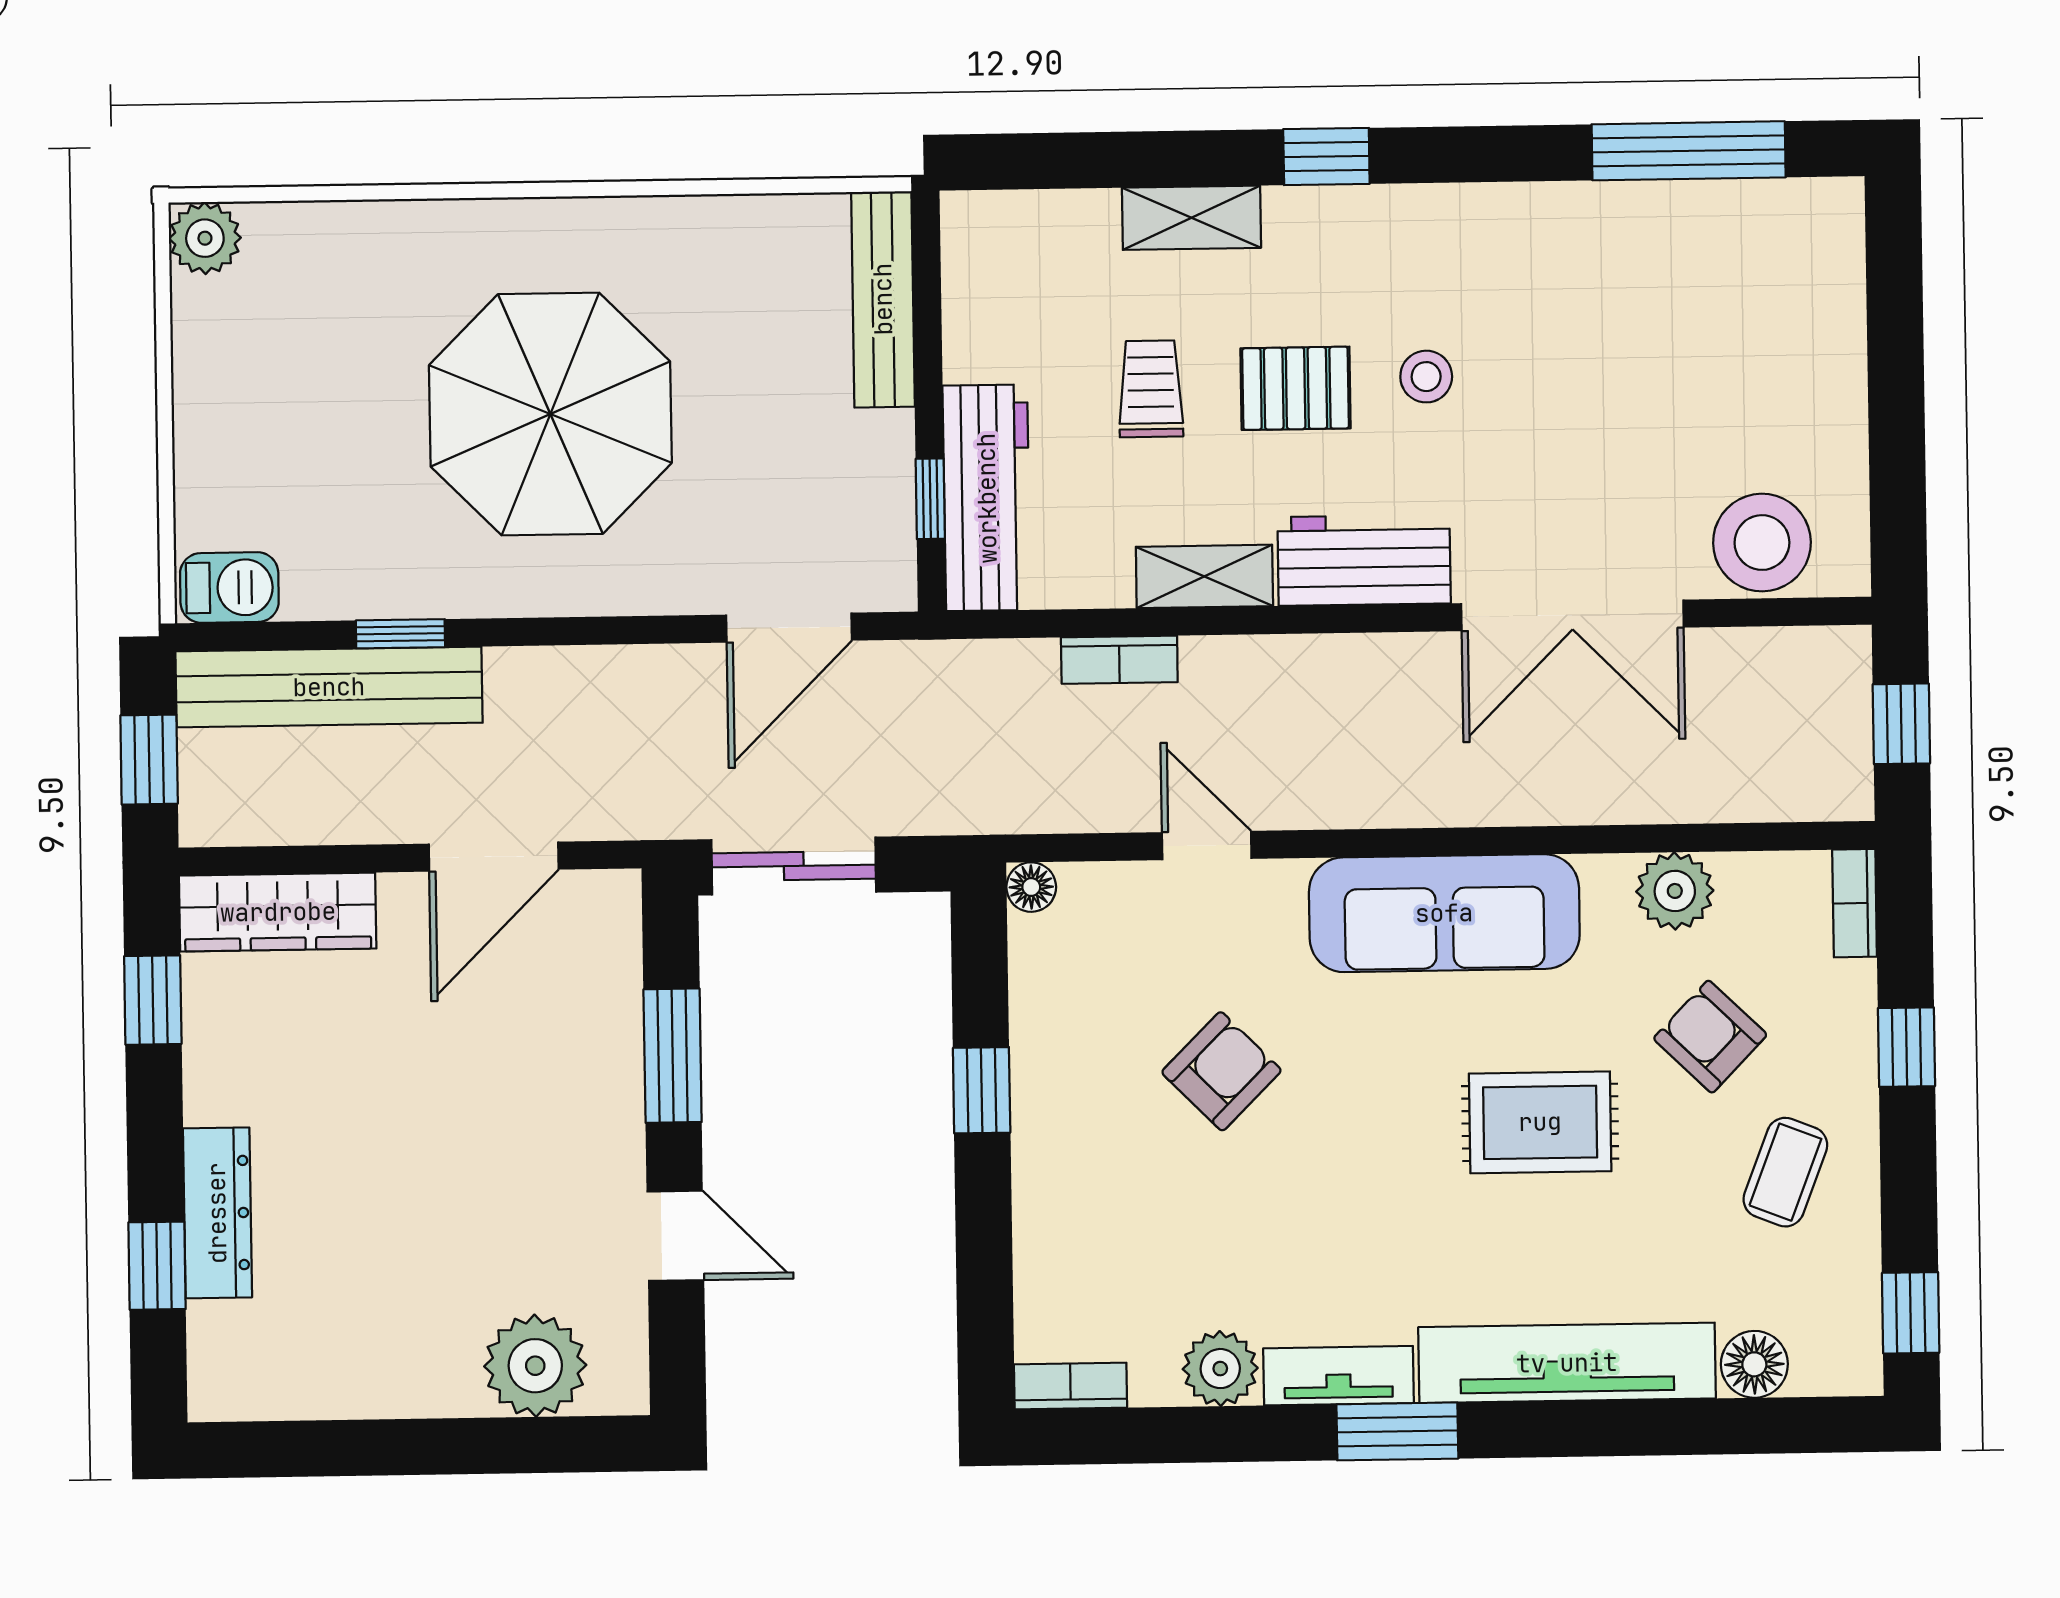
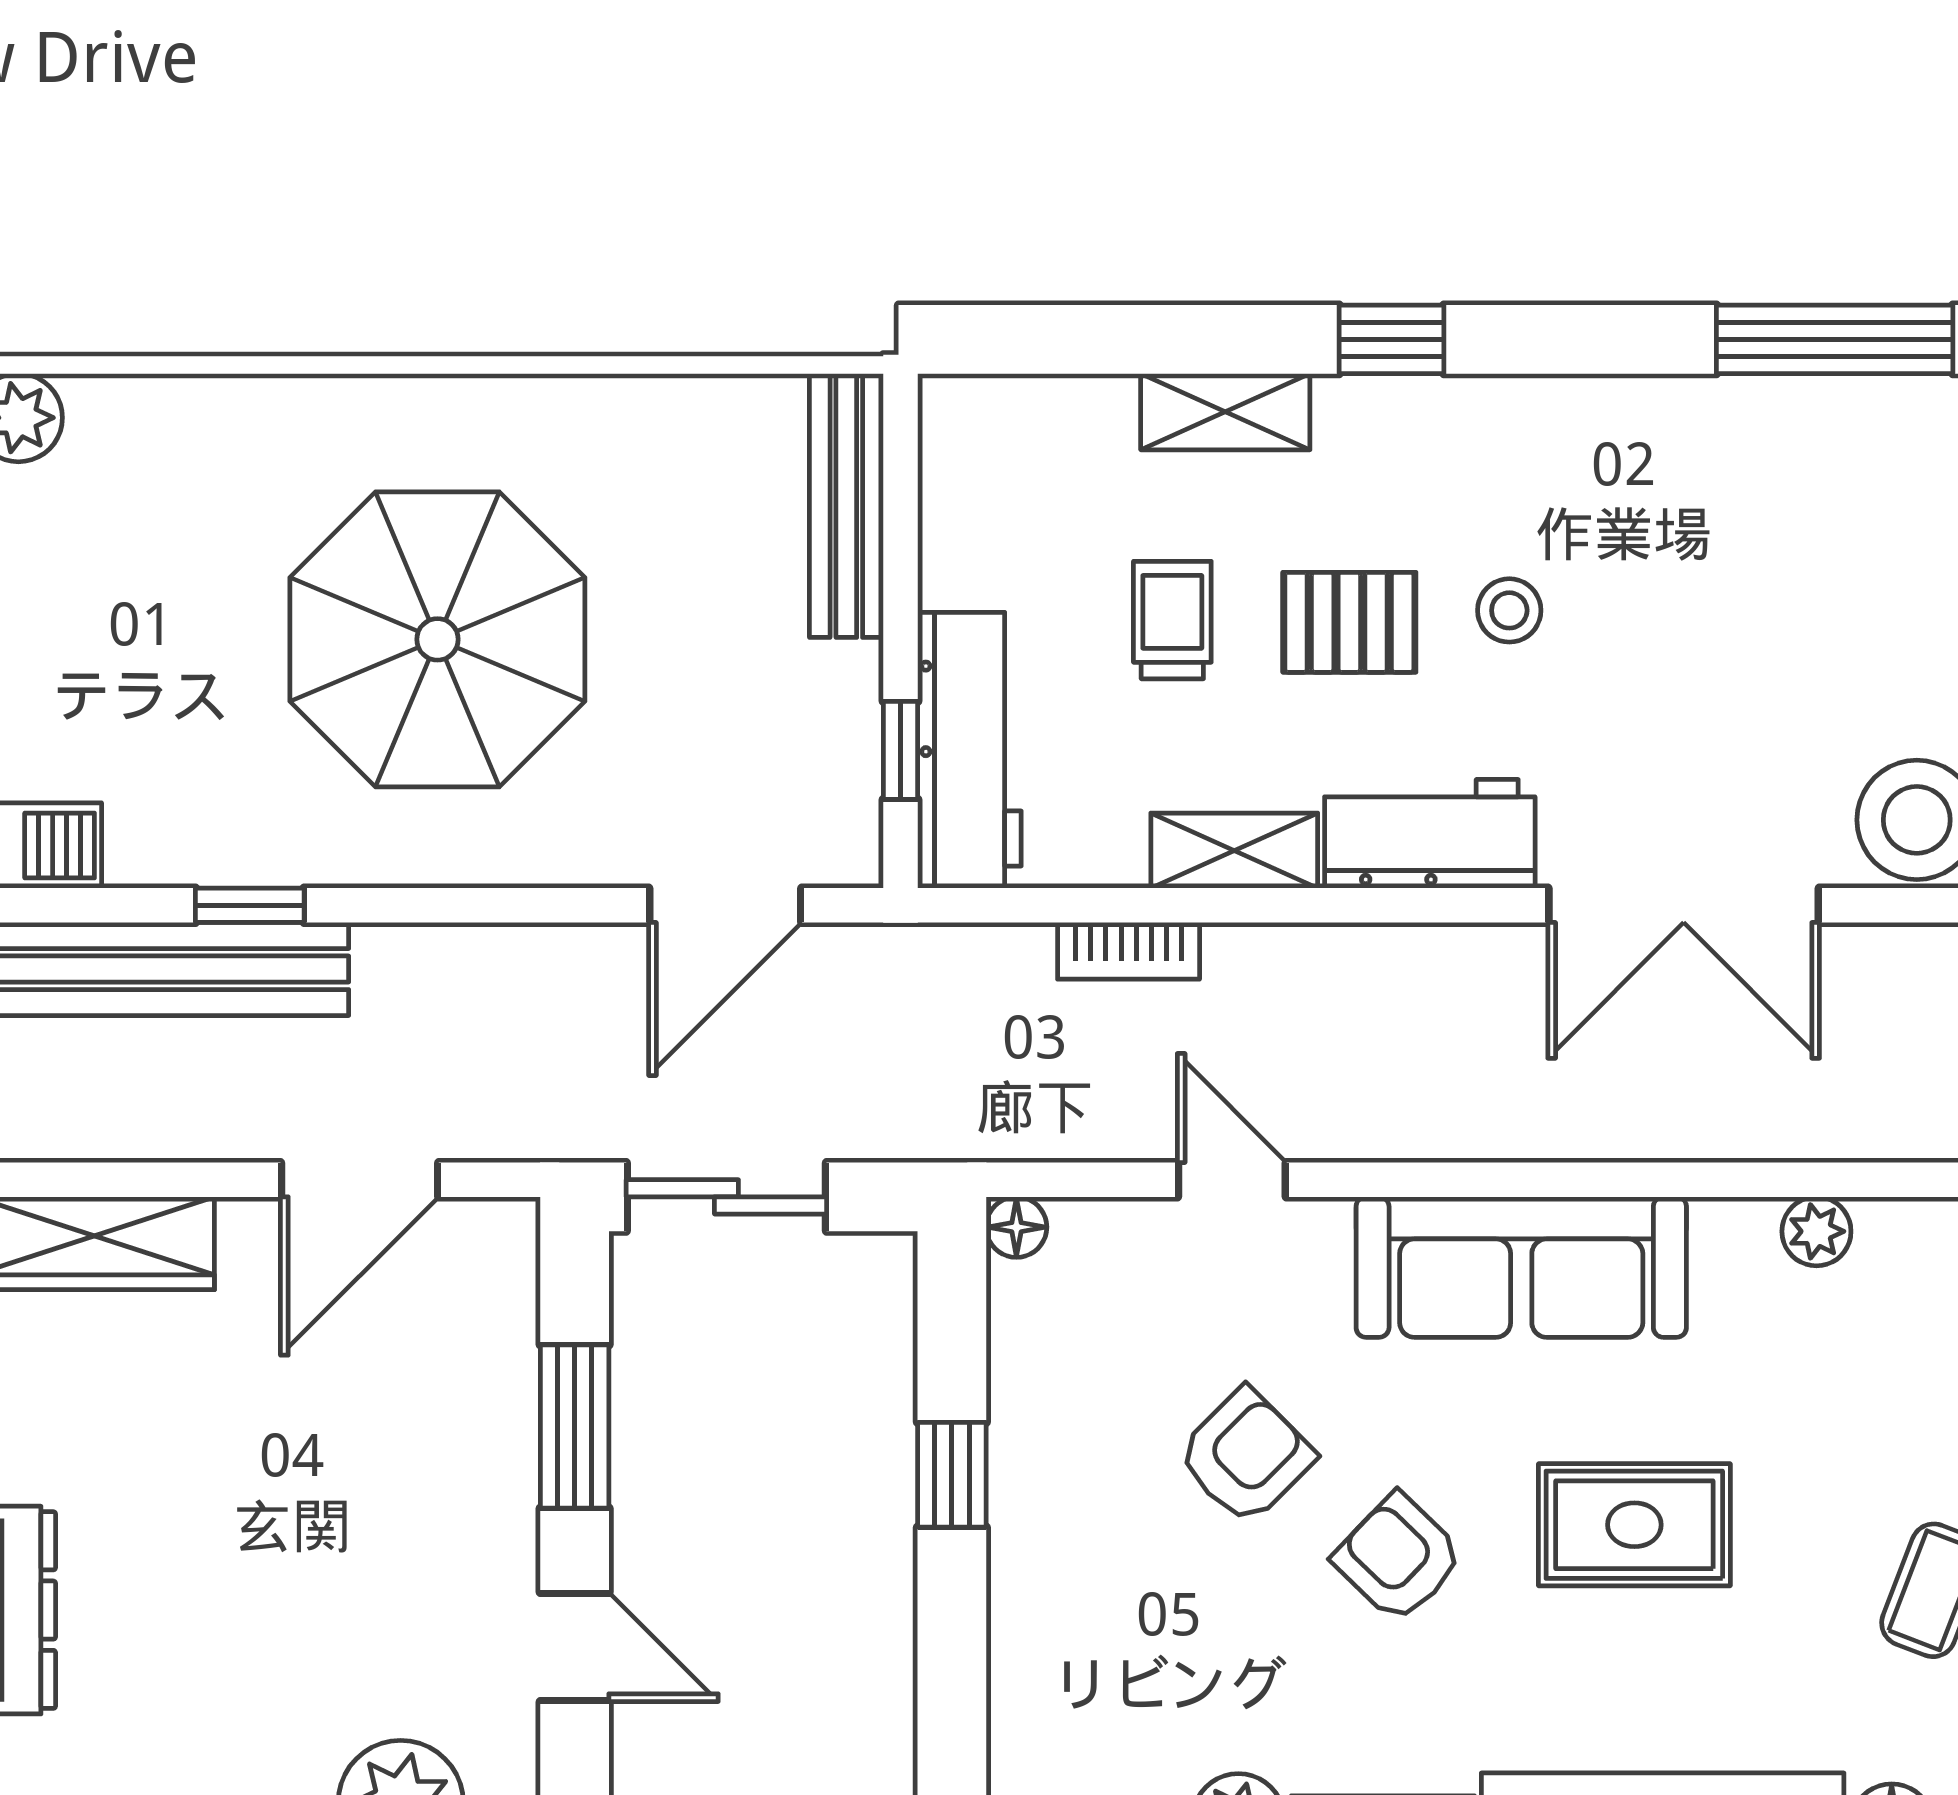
plant: (1675, 891) -> (1816, 1231), width x0.73, depth x0.73
armchair: (1710, 1037) -> (1398, 1558), moved

